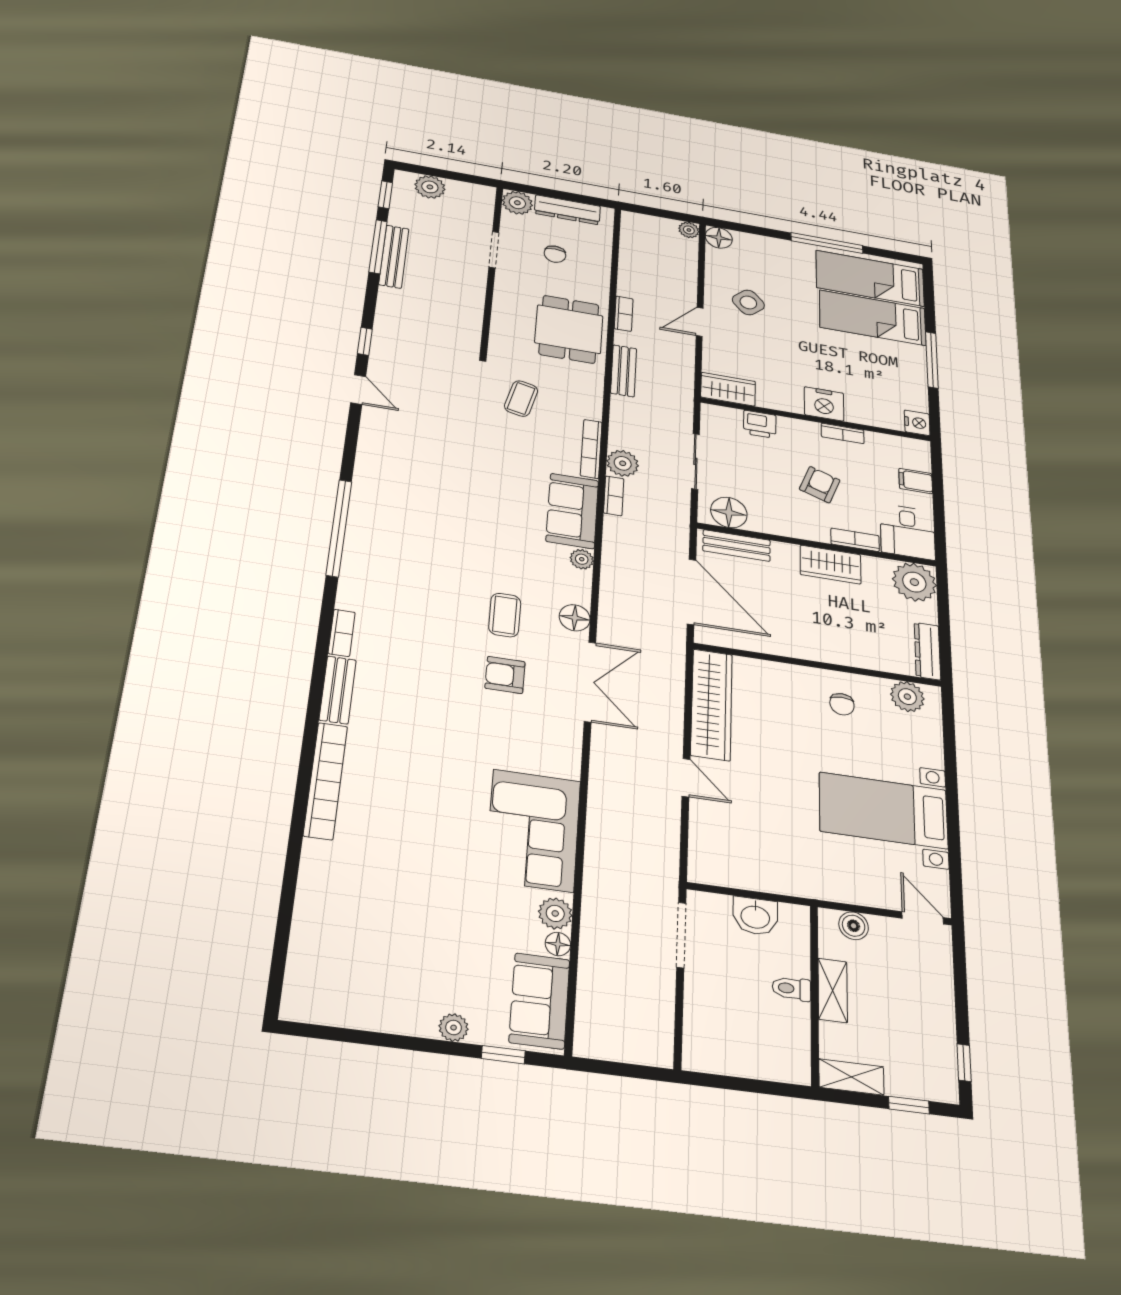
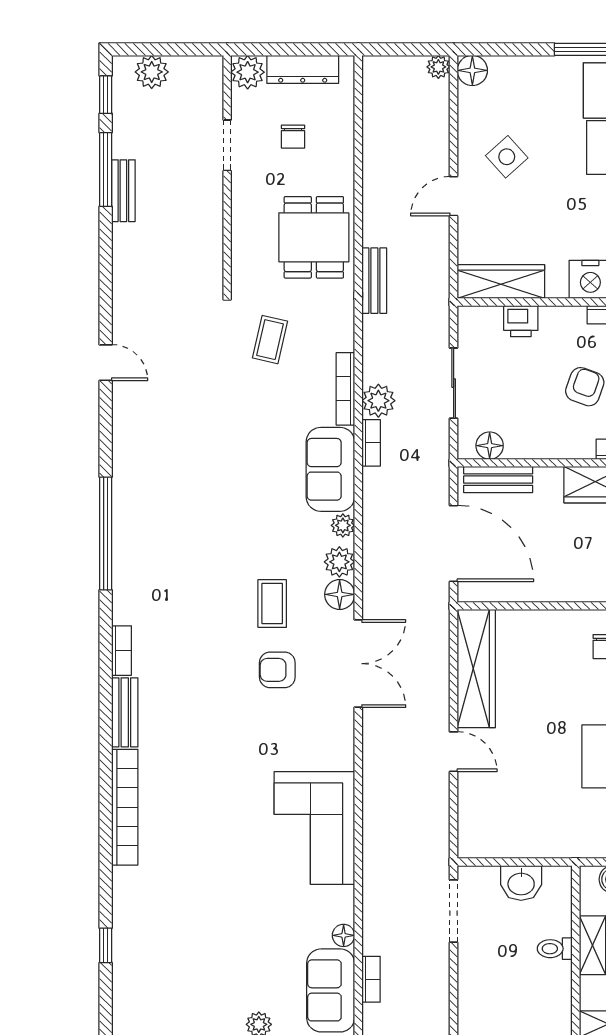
bench: (394, 257) -> (123, 191), width x0.73
bookcase: (624, 314) -> (371, 979), moved
window: (365, 341) -> (106, 945), moved
wardrobe: (728, 389) -> (501, 282), width x1.50
floor lamp: (729, 512) -> (490, 446), width x0.73, depth x0.73
plant: (555, 913) -> (339, 562), moved

